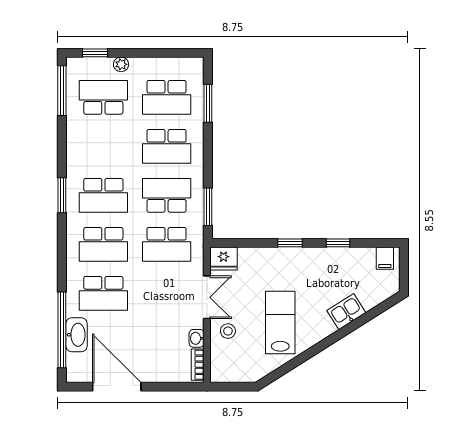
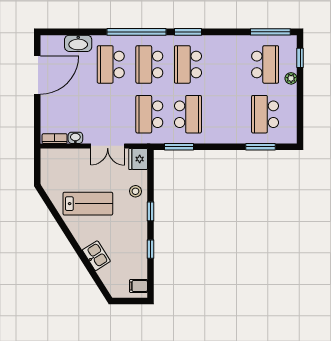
school desk: (167, 146) -> (227, 114), removed
window: (62, 330) -> (137, 32), moved
stool: (228, 331) -> (135, 191), moved

